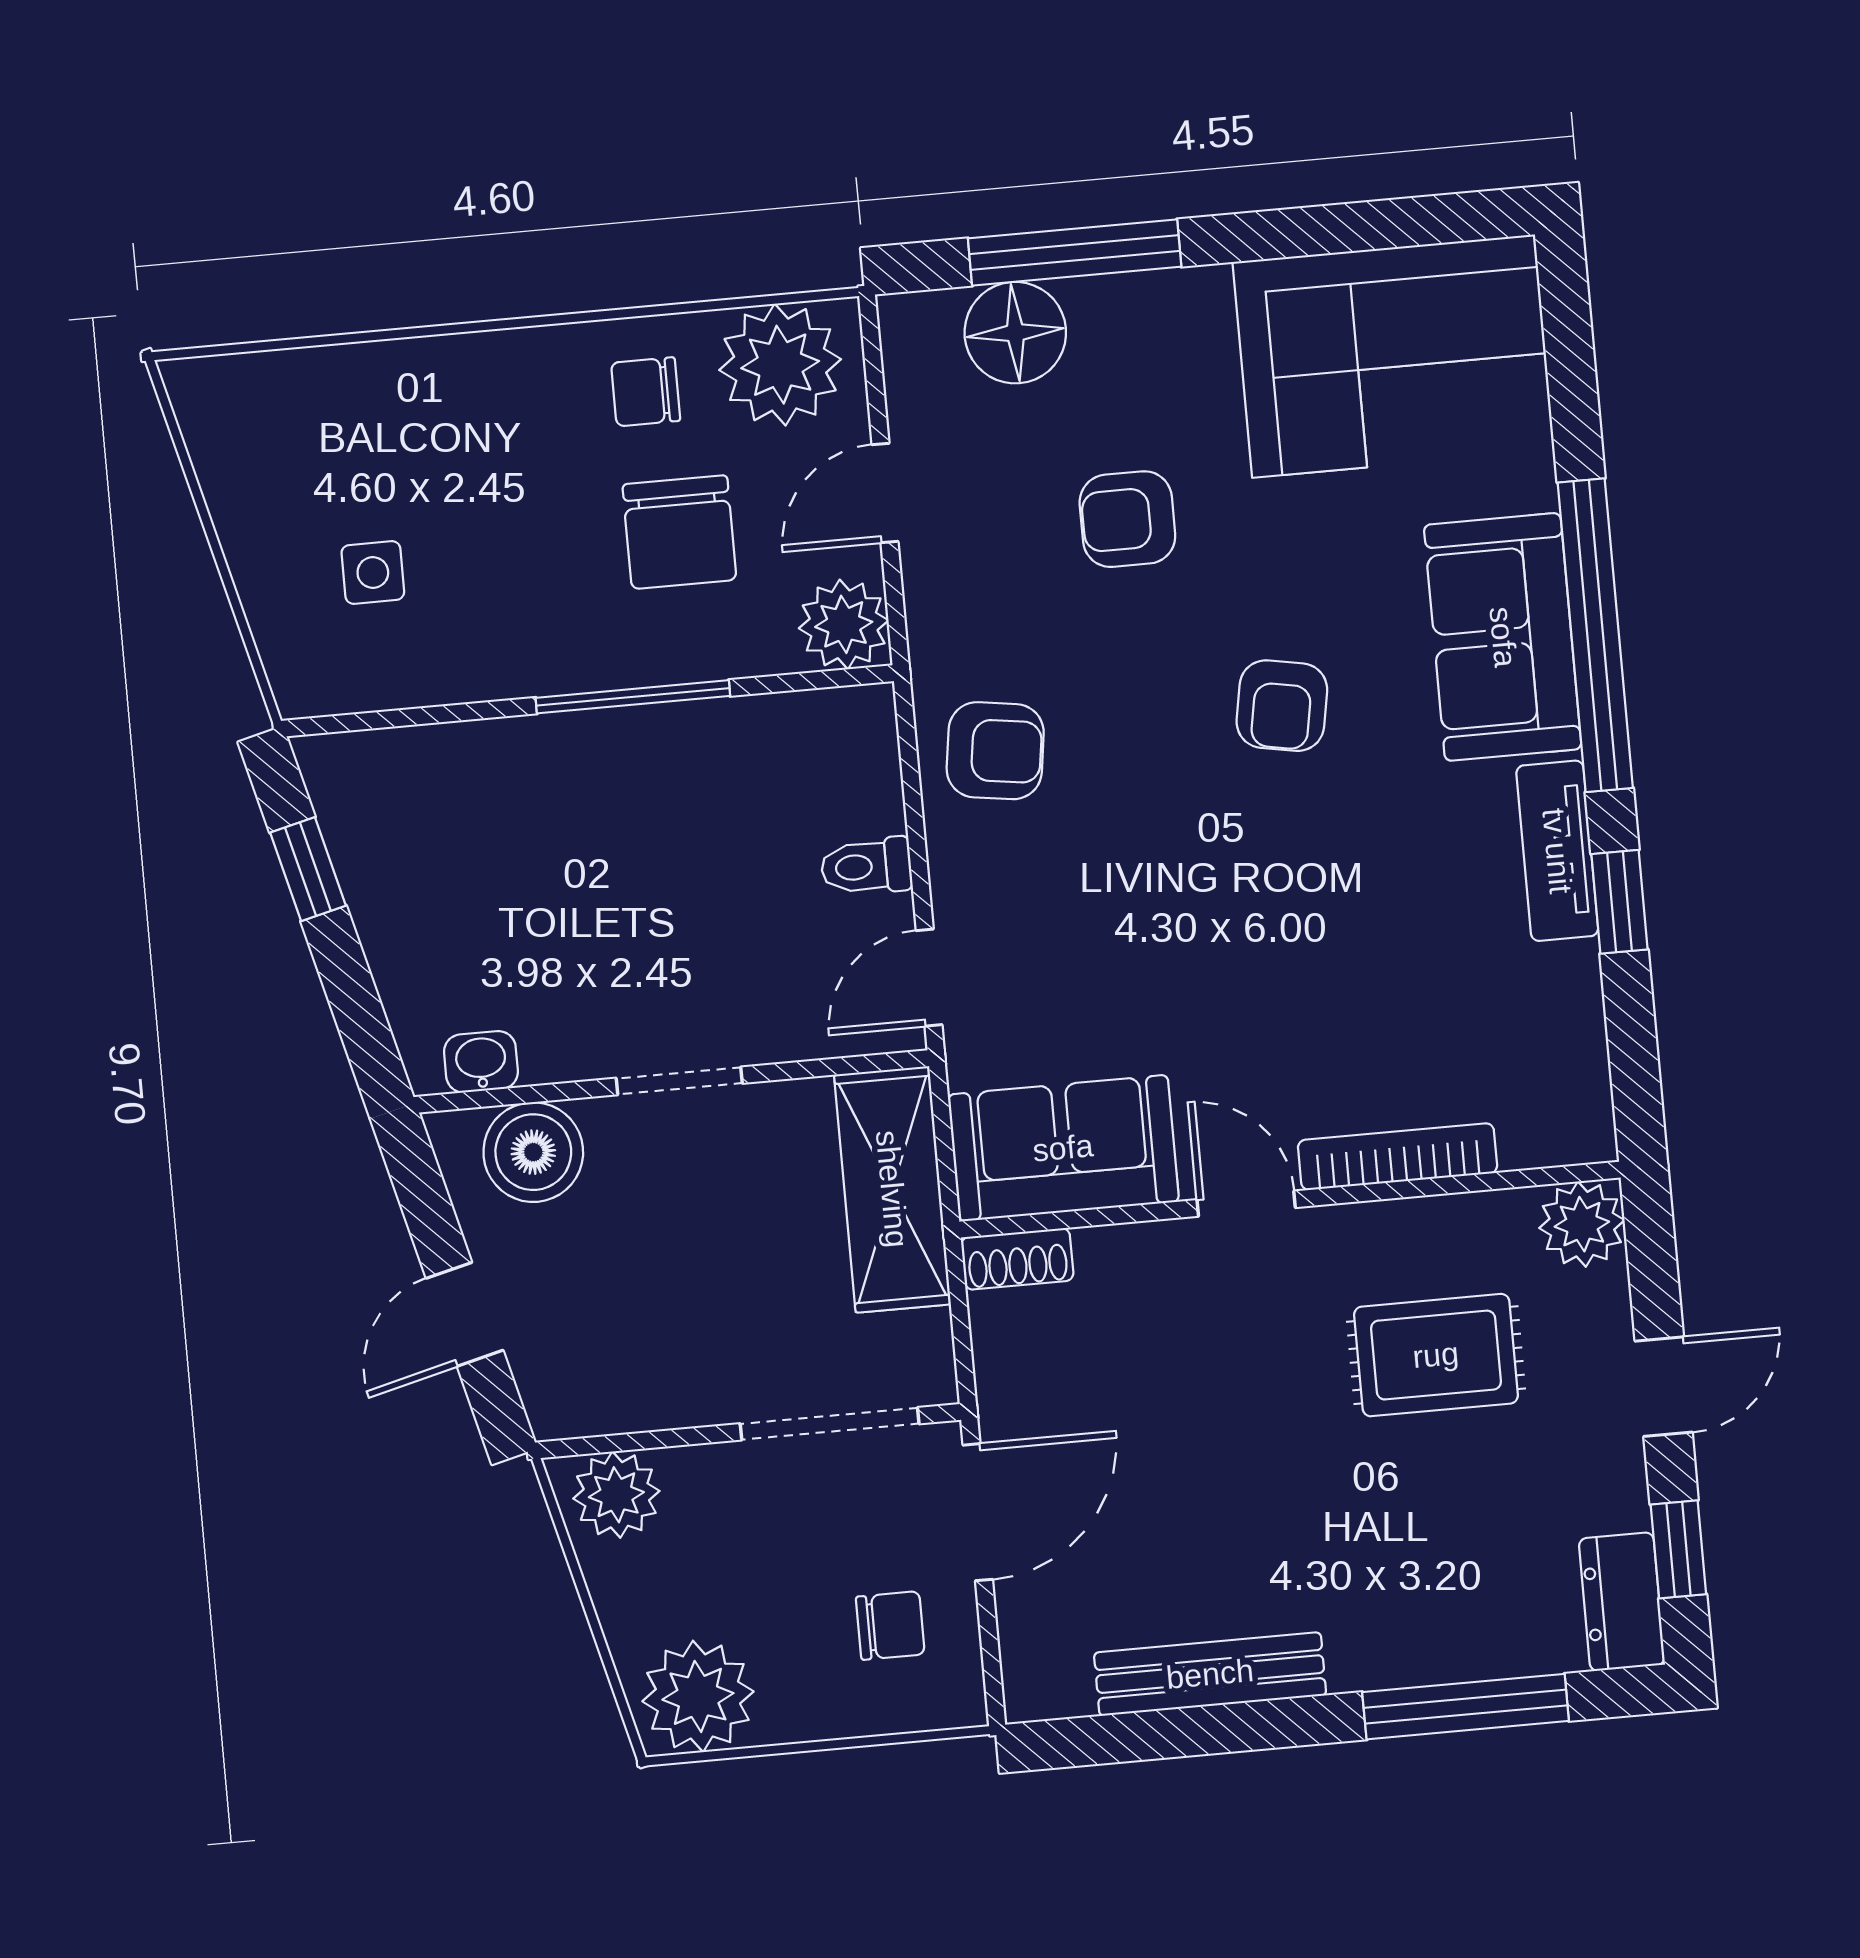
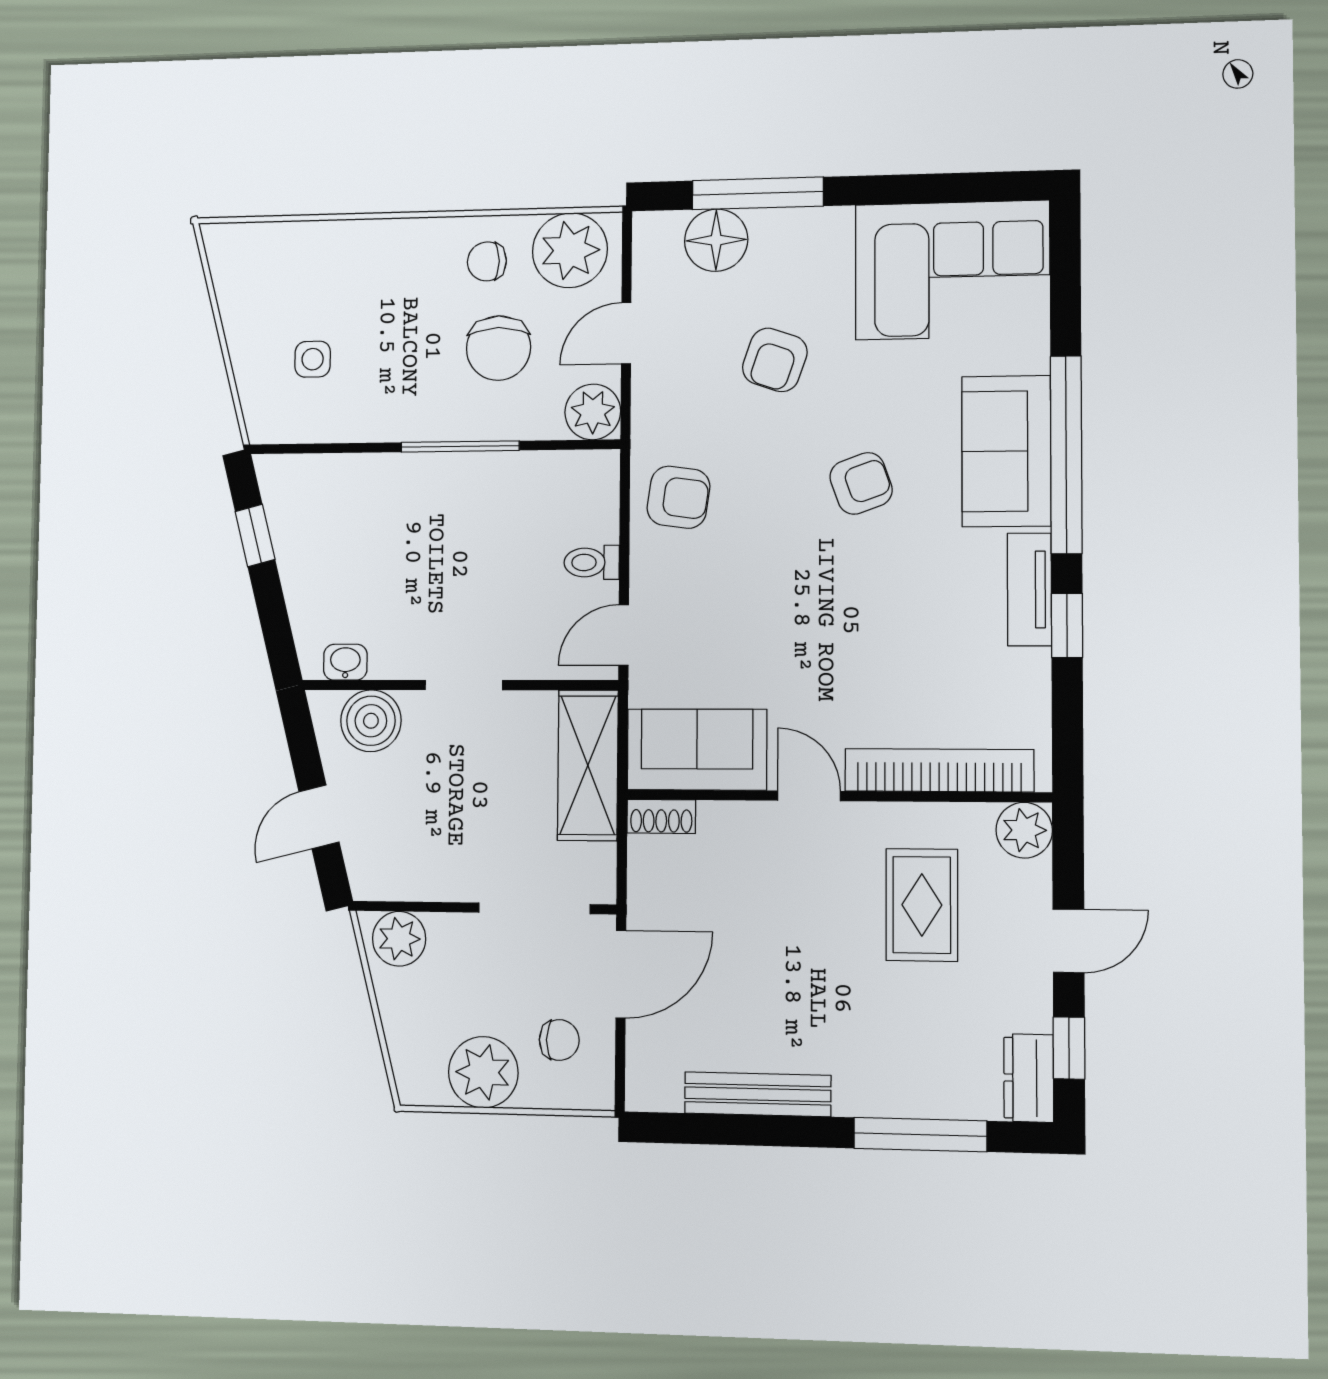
armchair: (1127, 519) -> (775, 360), turned -71
armchair: (1282, 706) -> (861, 483), turned -120
bookcase: (1398, 1157) -> (939, 770), width x1.48, depth x1.31
rug: (1436, 1355) -> (922, 905), turned 90
plant: (698, 1696) -> (483, 1072), moved

